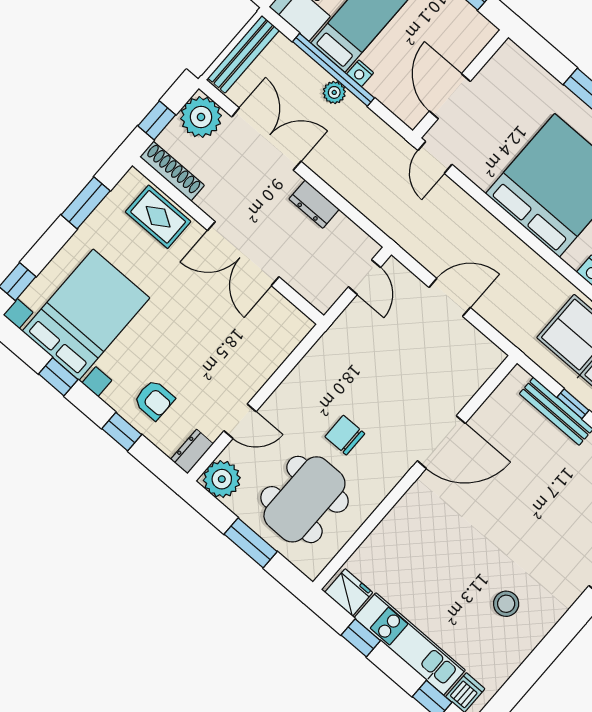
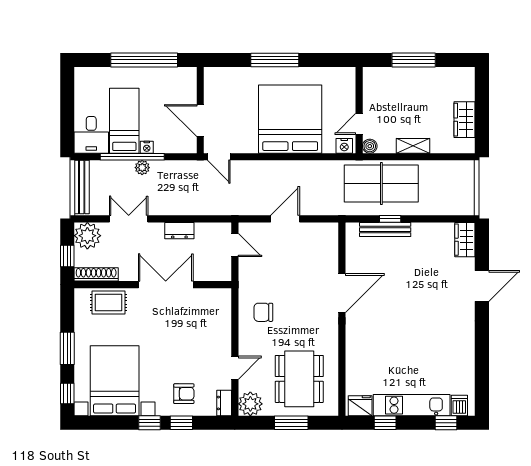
double door: (266, 139) -> (129, 219), width x0.73
window: (86, 203) -> (67, 348), moved
double door: (243, 254) -> (166, 285), swing flipped
window: (58, 377) -> (149, 423), moved
chair: (345, 435) -> (263, 312), moved
stool: (506, 604) -> (442, 345), removed

